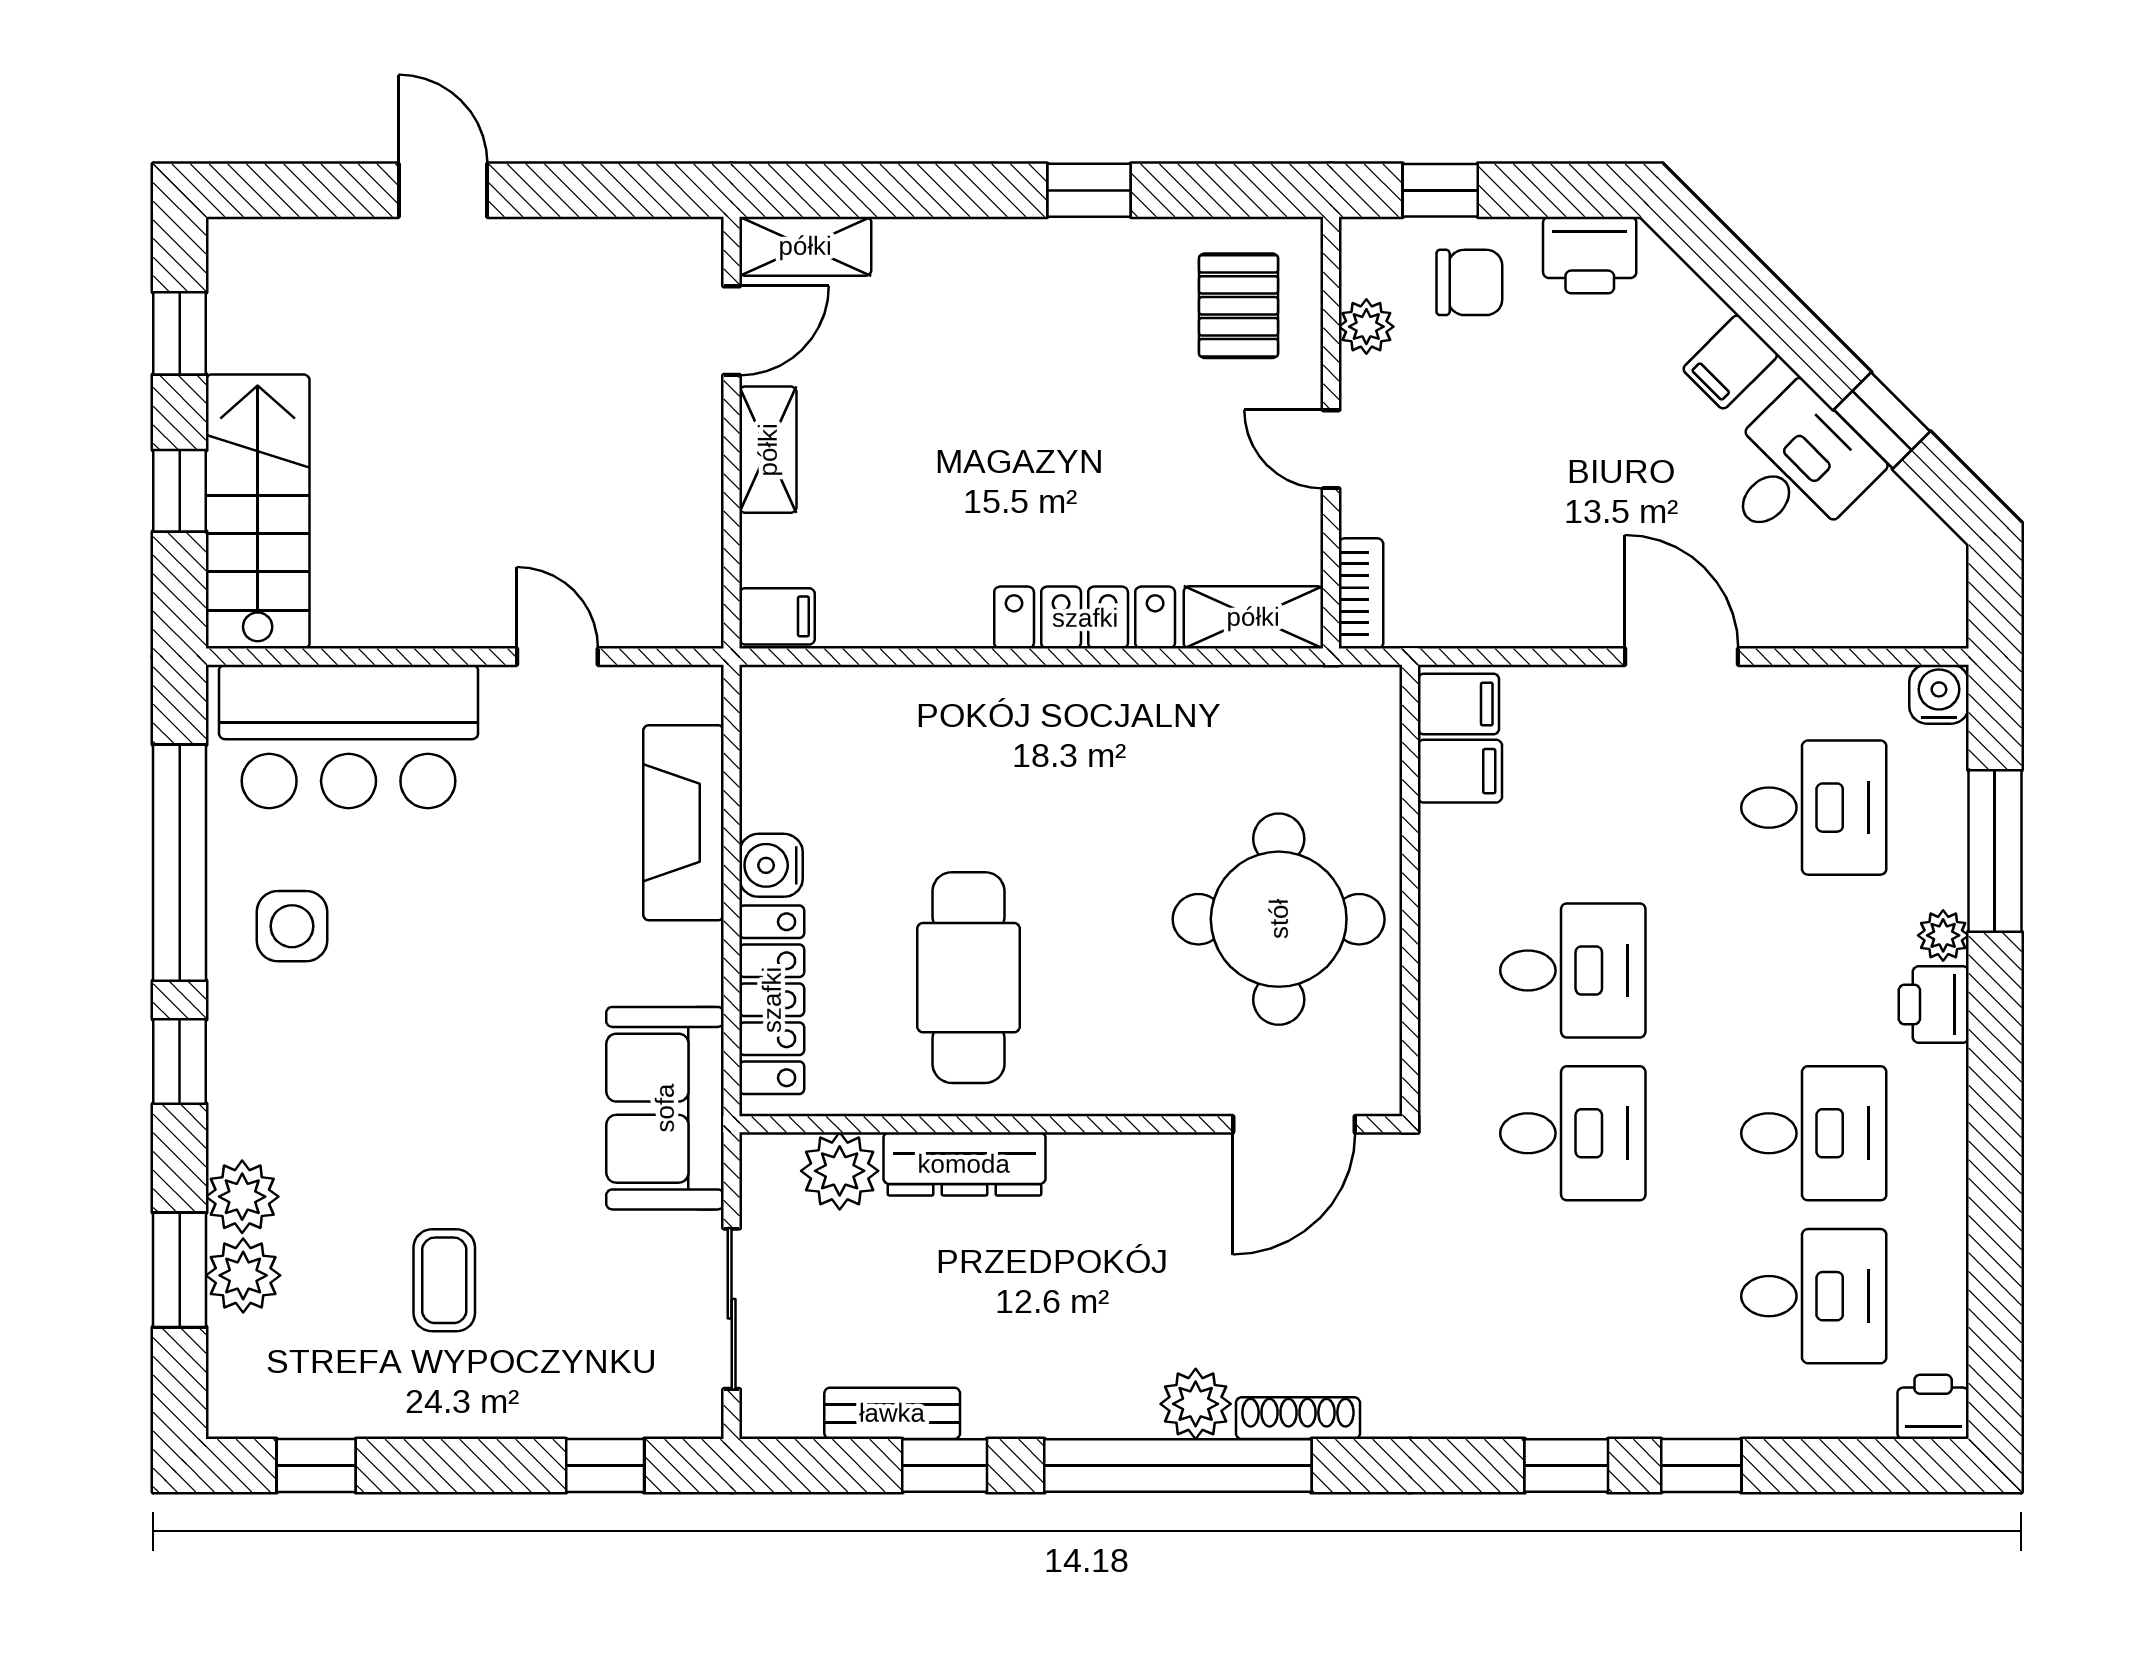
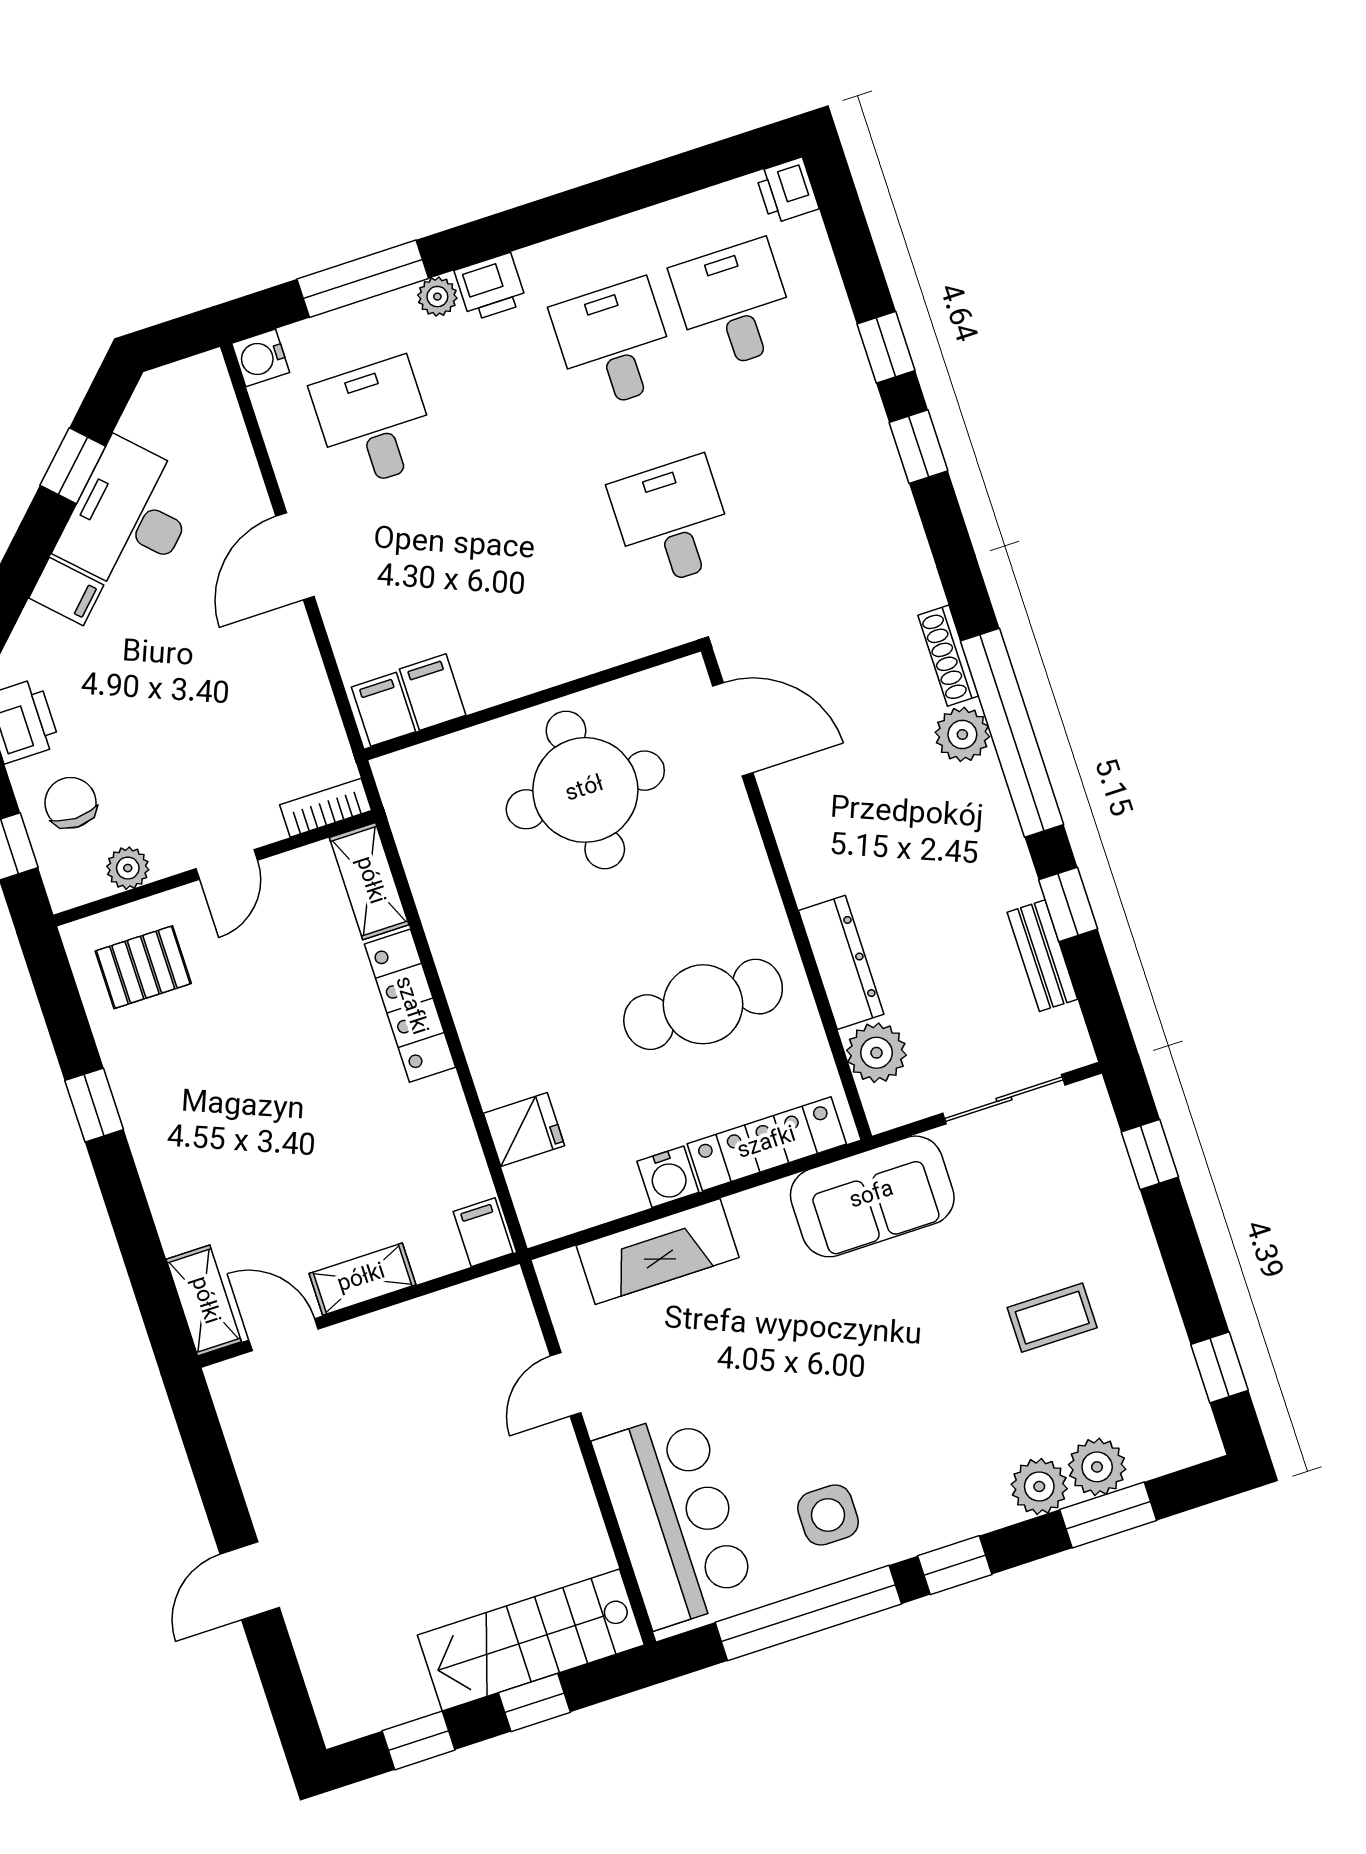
desk: (1796, 469) -> (129, 517), width x1.37
fridge: (887, 708) -> (524, 1130), added
desk: (1573, 970) -> (552, 561), removed

